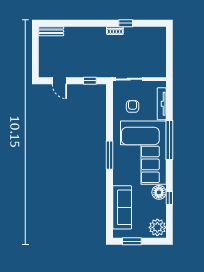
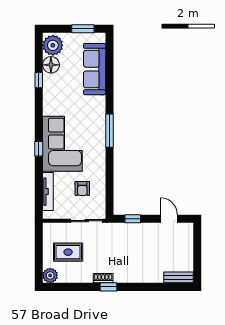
window: (126, 23) -> (109, 287), moved
plant: (160, 33) -> (50, 275), added
rug: (145, 53) -> (68, 252), added
window: (169, 140) -> (39, 149), width x0.32
corner sofa: (143, 153) -> (62, 144), width x0.73, depth x0.74
floor lamp: (159, 192) -> (51, 65), moved

